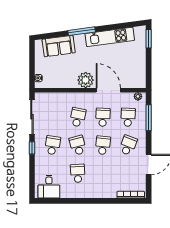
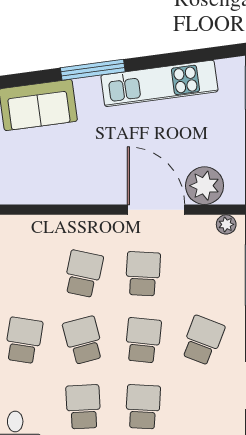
plant: (86, 80) -> (205, 186), moved
school desk: (128, 117) -> (143, 407), moved

